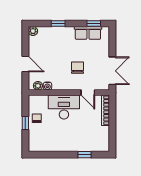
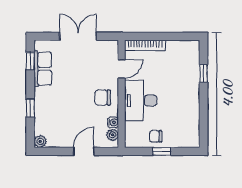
chair: (78, 68) -> (103, 98), moved
double door: (112, 71) -> (78, 36), moved

